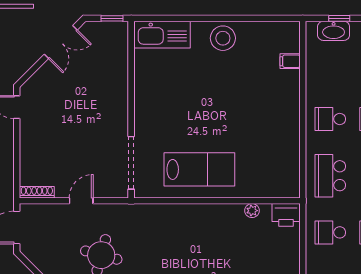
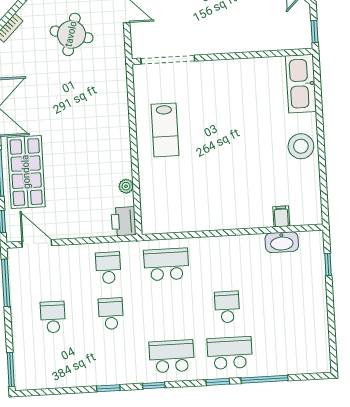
washbasin: (334, 31) -> (282, 242), moved, turned -90
school desk: (330, 119) -> (224, 261), removed
lab bench: (199, 169) -> (165, 130), width x0.73, depth x0.72

